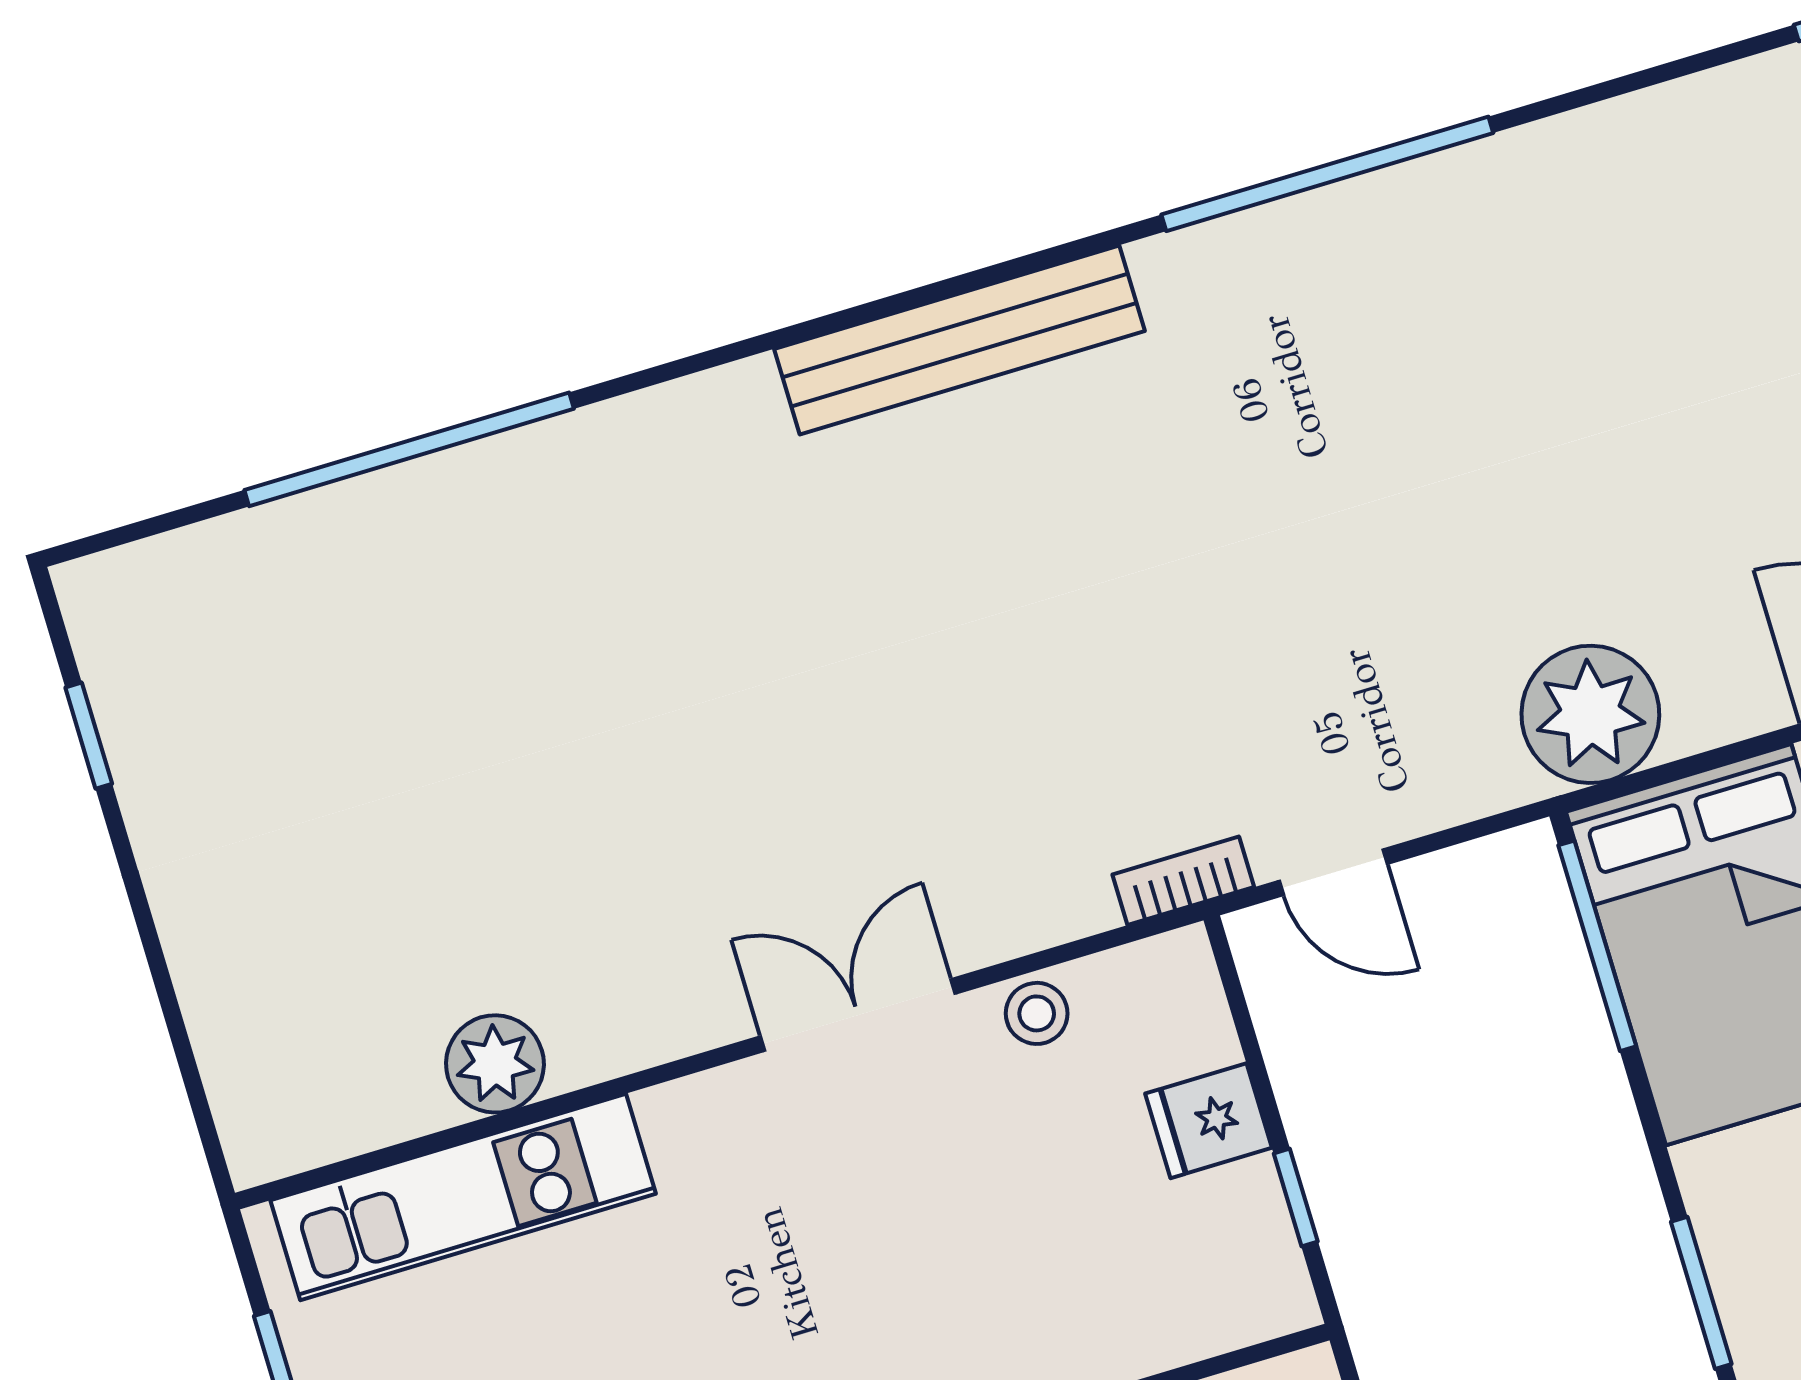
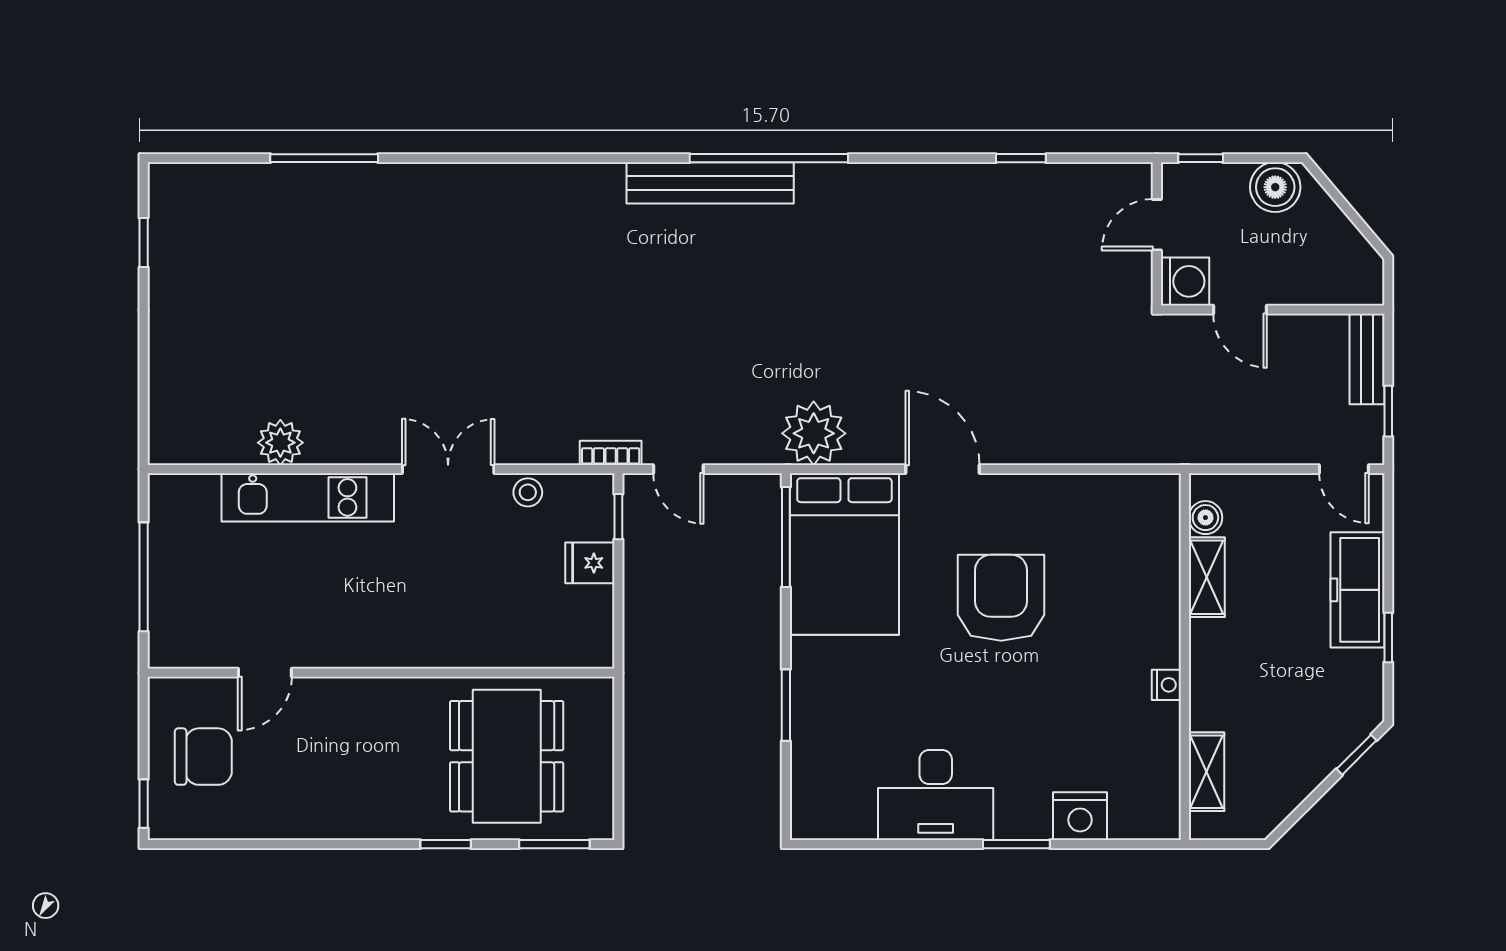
bench: (960, 340) -> (710, 183), moved
window: (409, 449) -> (324, 158), width x0.68
kitchen unit: (463, 1197) -> (308, 497), moved
window: (1296, 1198) -> (618, 517), moved

